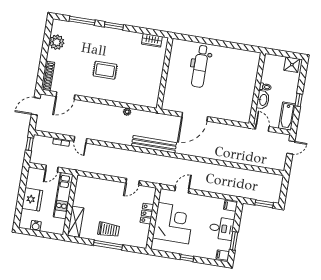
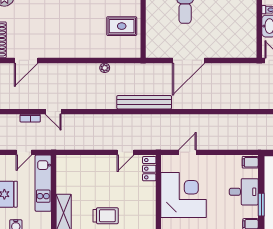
rug: (105, 70) -> (122, 26), moved
locker: (147, 214) -> (149, 169), moved

